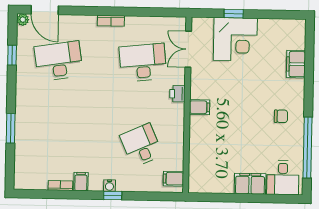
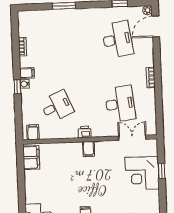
printer: (177, 94) -> (85, 132), moved
filing cabinet: (81, 182) -> (27, 73), moved
filing cabinet: (250, 184) -> (31, 158), moved

